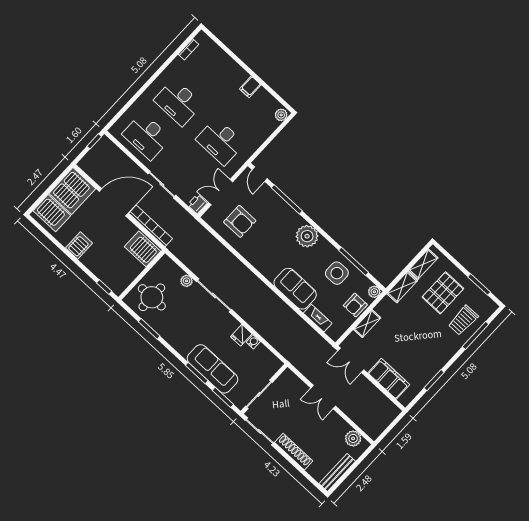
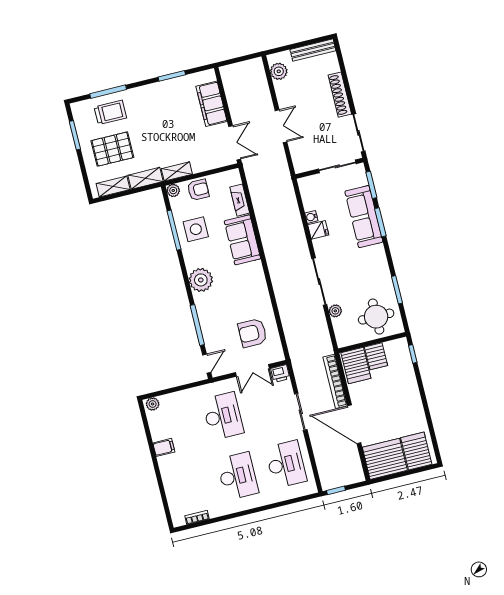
armchair: (240, 221) -> (252, 333), turned -90
server rack: (79, 246) -> (376, 356), moved, turned -90
shelving: (367, 324) -> (177, 171), moved

